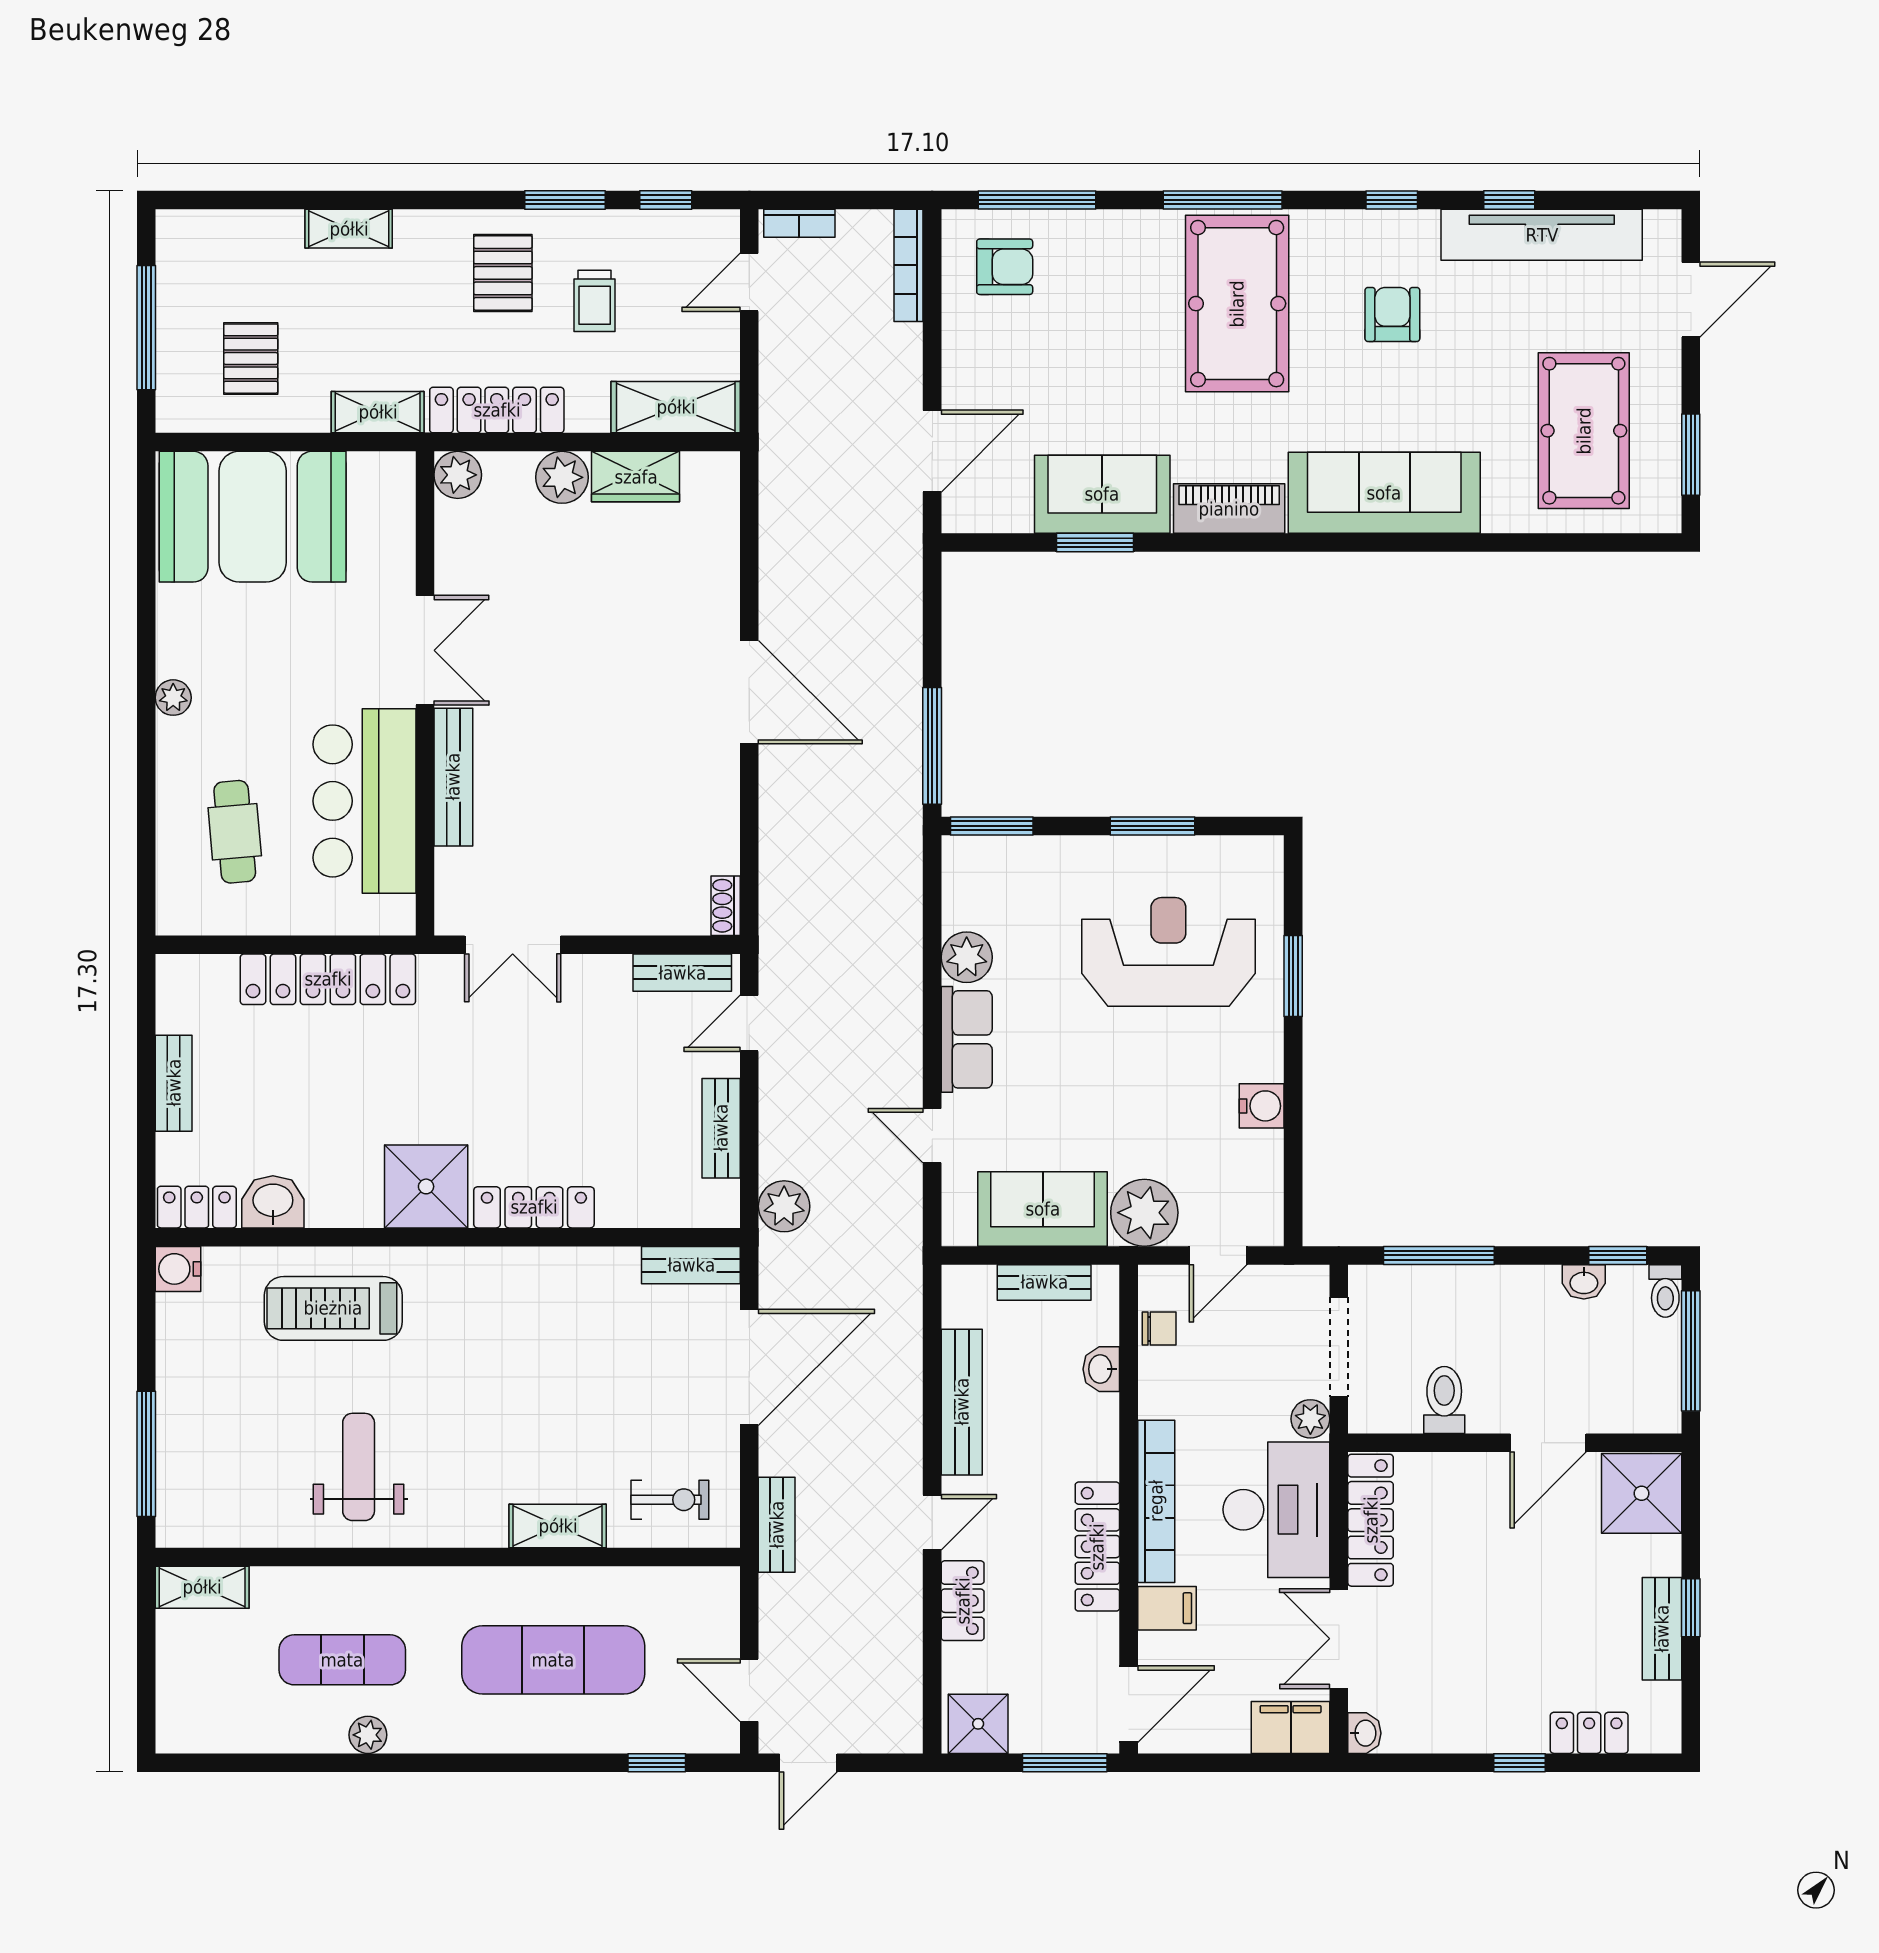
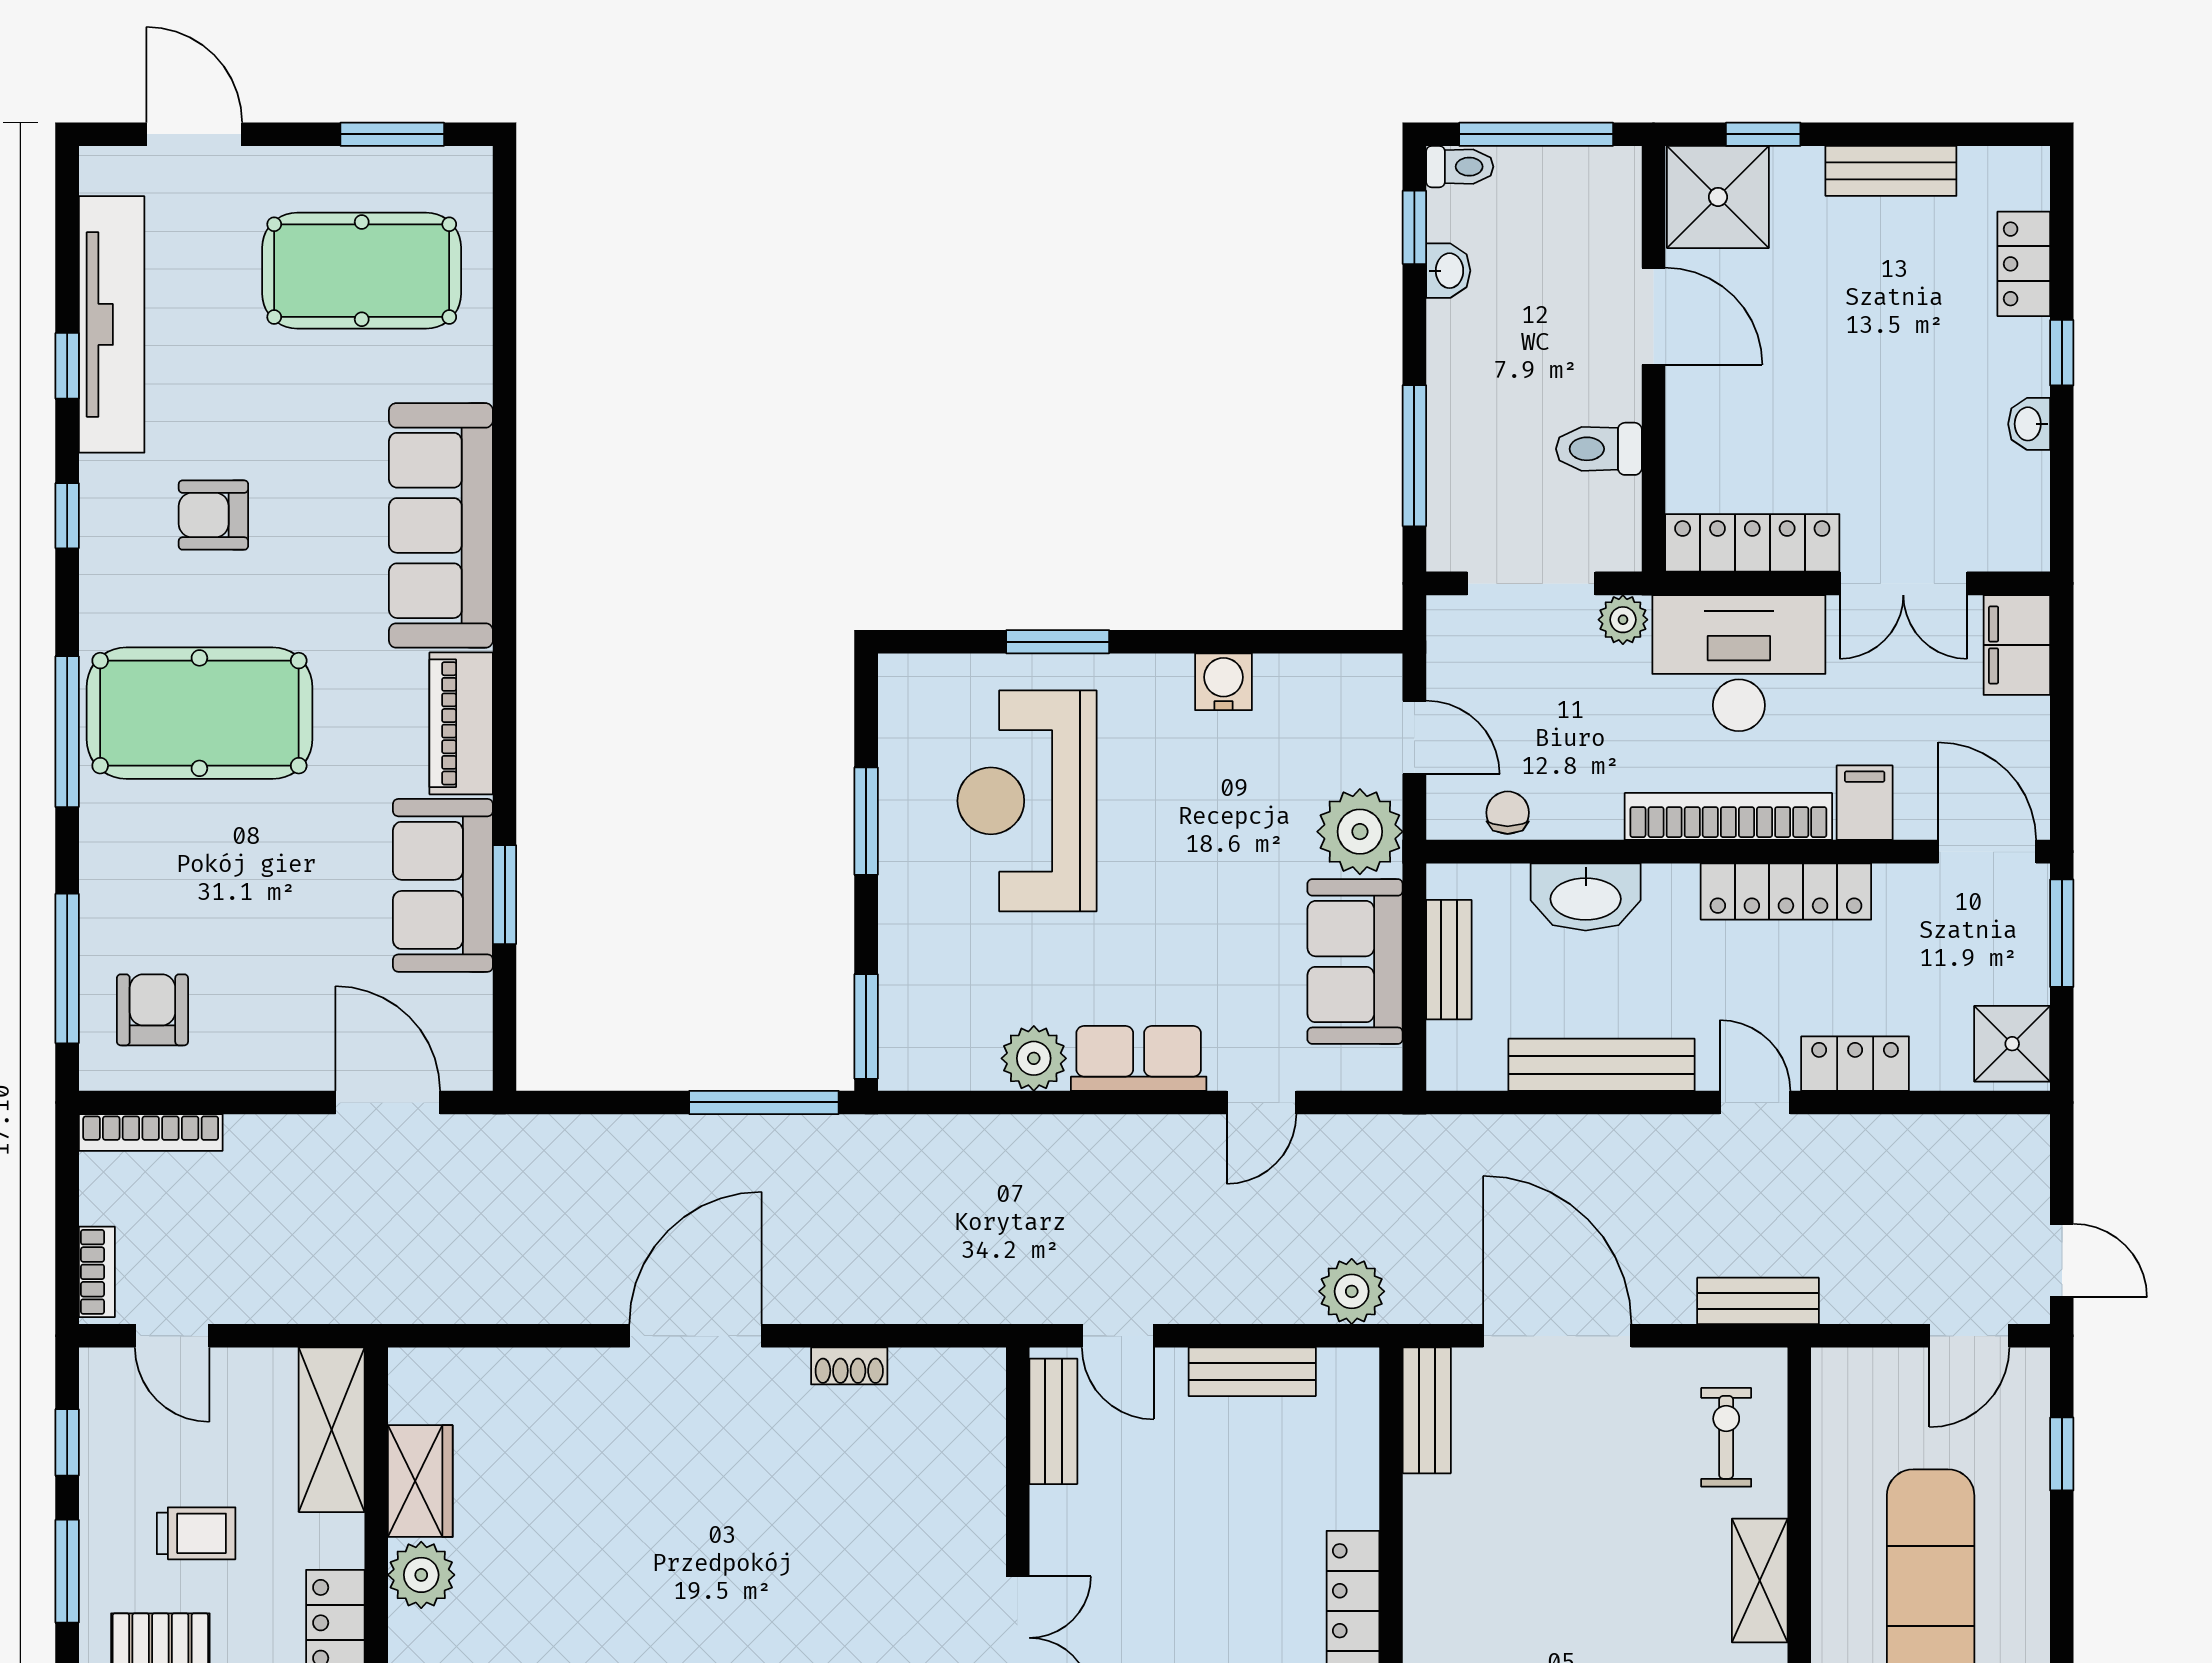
shoe rack: (726, 906) -> (849, 1366), moved
washbasin: (1101, 1369) -> (1586, 897), width x1.91, depth x1.45
window: (1691, 1608) -> (1763, 134), moved
washbasin: (1364, 1733) -> (2029, 424), moved, turned -90

